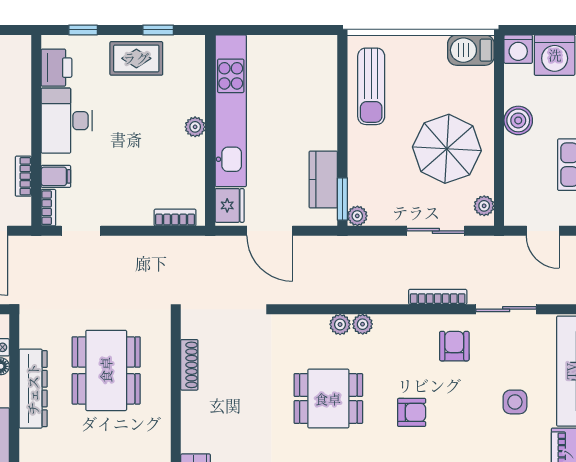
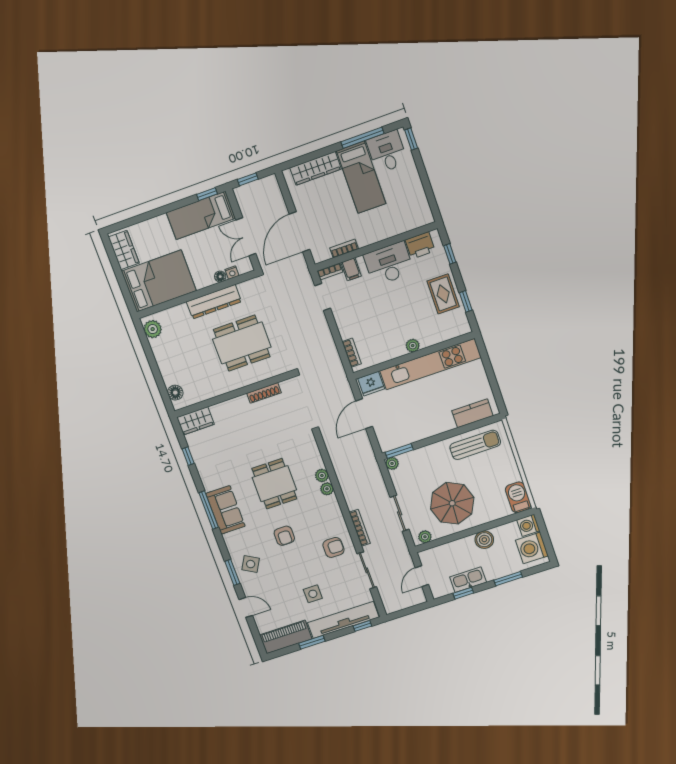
sun lounger: (371, 86) -> (475, 445), turned 180
kitchen counter: (323, 179) -> (472, 413), moved

